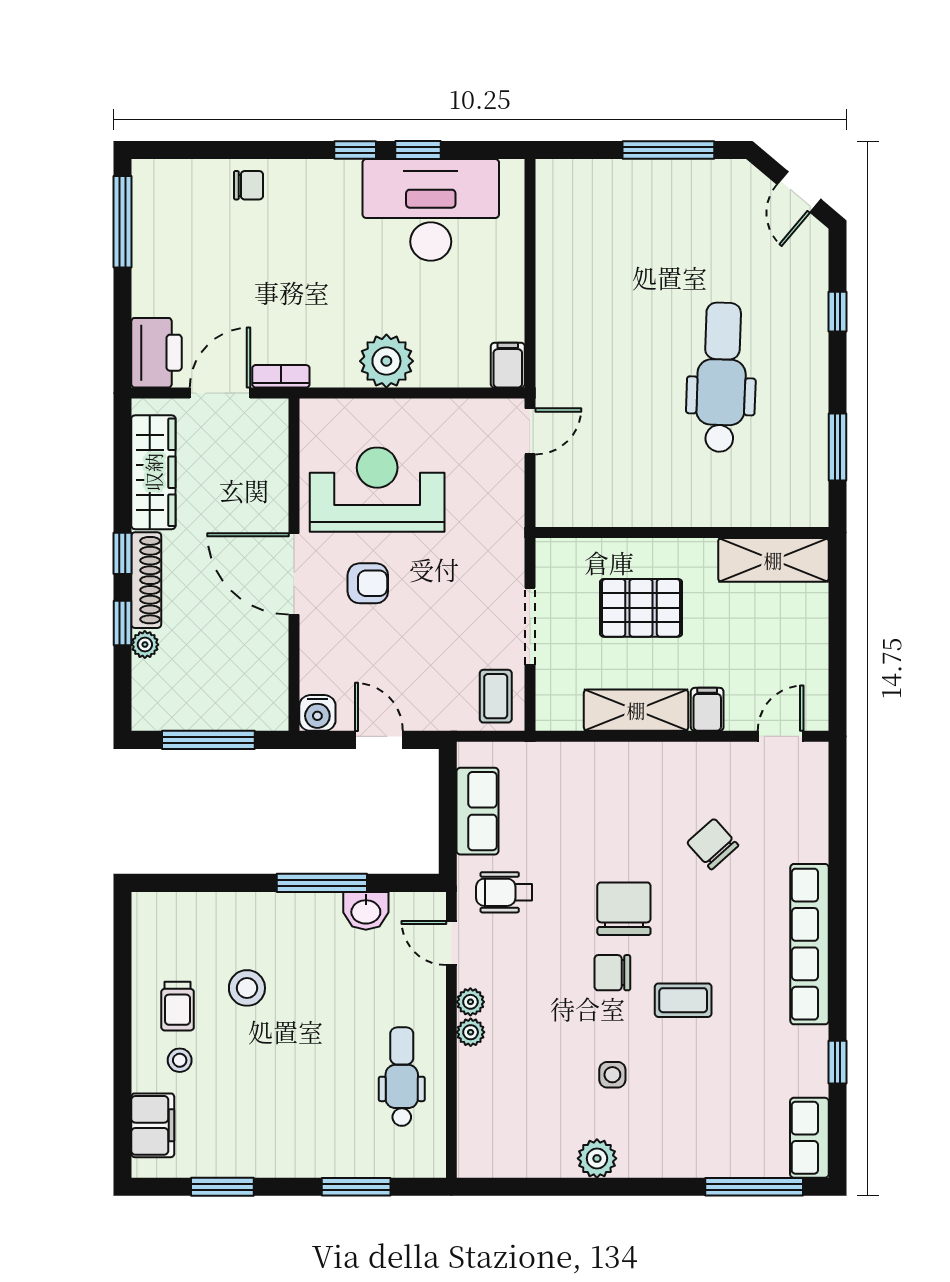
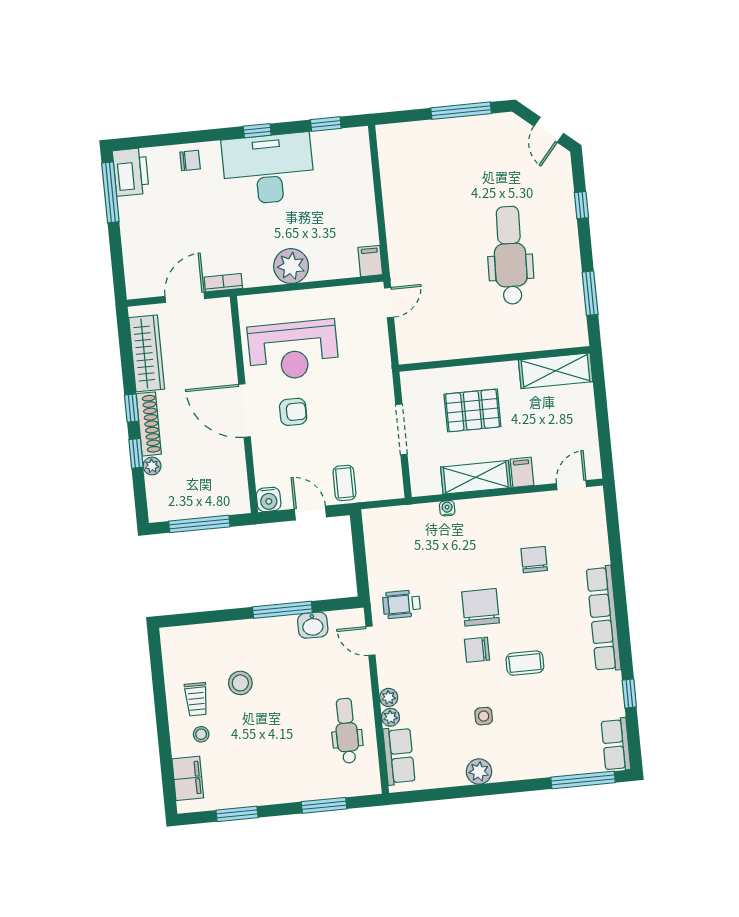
window: (418, 150) -> (326, 124), moved
desk: (431, 210) -> (268, 169), moved
printer: (157, 353) -> (131, 172), moved
reception desk: (377, 490) -> (293, 350), turned 180
coffee table: (496, 696) -> (344, 483), moved
water cooler: (588, 753) -> (447, 508), added
row of seats: (478, 811) -> (399, 756), moved
chair: (713, 844) -> (534, 560), turned 42
plant: (470, 1002) -> (391, 717), moved

